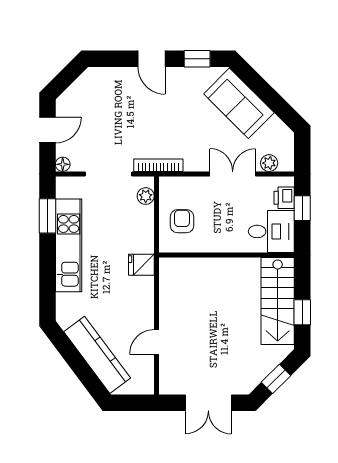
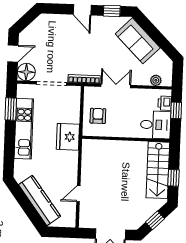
floor lamp: (63, 164) -> (26, 72), width x1.89, depth x1.89
double door: (233, 174) -> (116, 86), moved
plant: (146, 196) -> (75, 99), removed
fridge: (141, 265) -> (68, 137), width x1.88, depth x1.34

